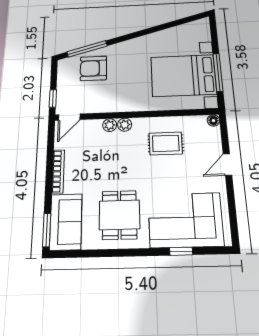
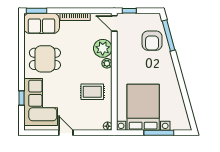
armchair: (93, 68) -> (152, 41), turned 180
window: (218, 72) -> (159, 133), moved
plant: (110, 125) -> (103, 48), width x1.87, depth x1.87
rug: (166, 143) -> (92, 92), turned 90
door: (227, 165) -> (66, 133), moved

